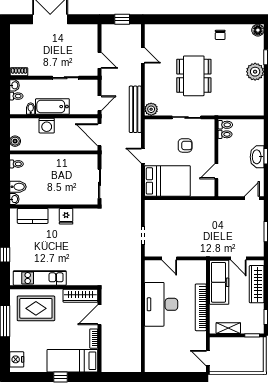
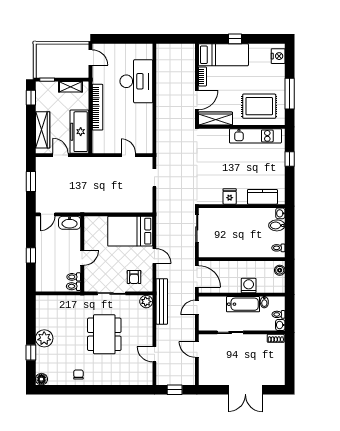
armchair: (185, 145) -> (134, 277), moved, turned -90
washbasin: (257, 157) -> (70, 223), moved, turned 90
door: (216, 171) -> (82, 258), moved
desk: (161, 304) -> (136, 81), moved

